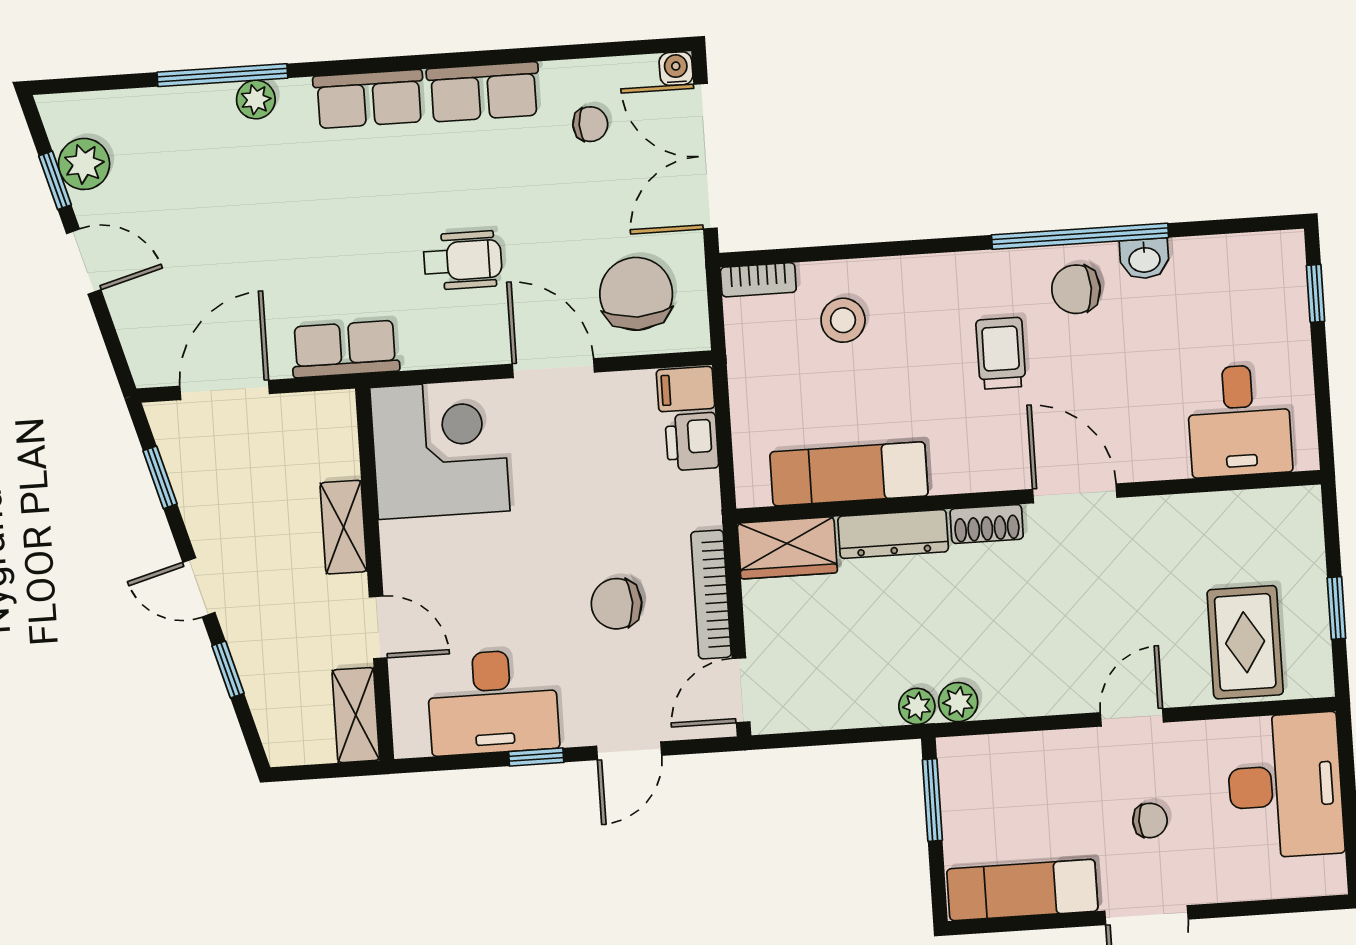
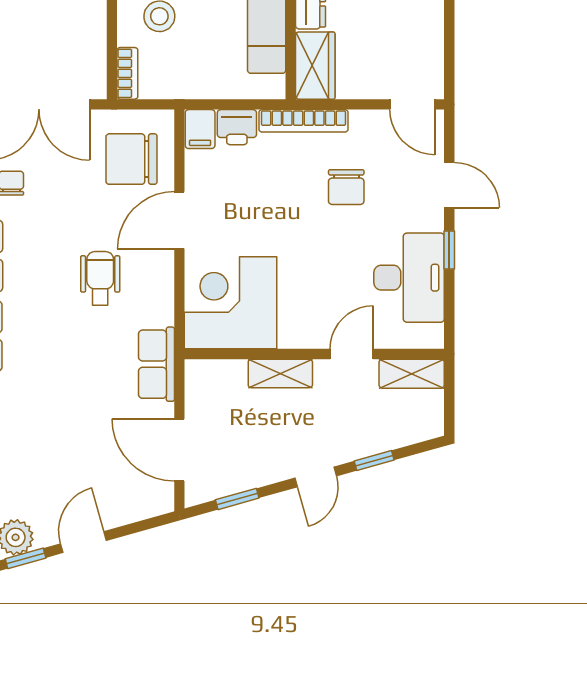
bookcase: (711, 594) -> (303, 121), moved

